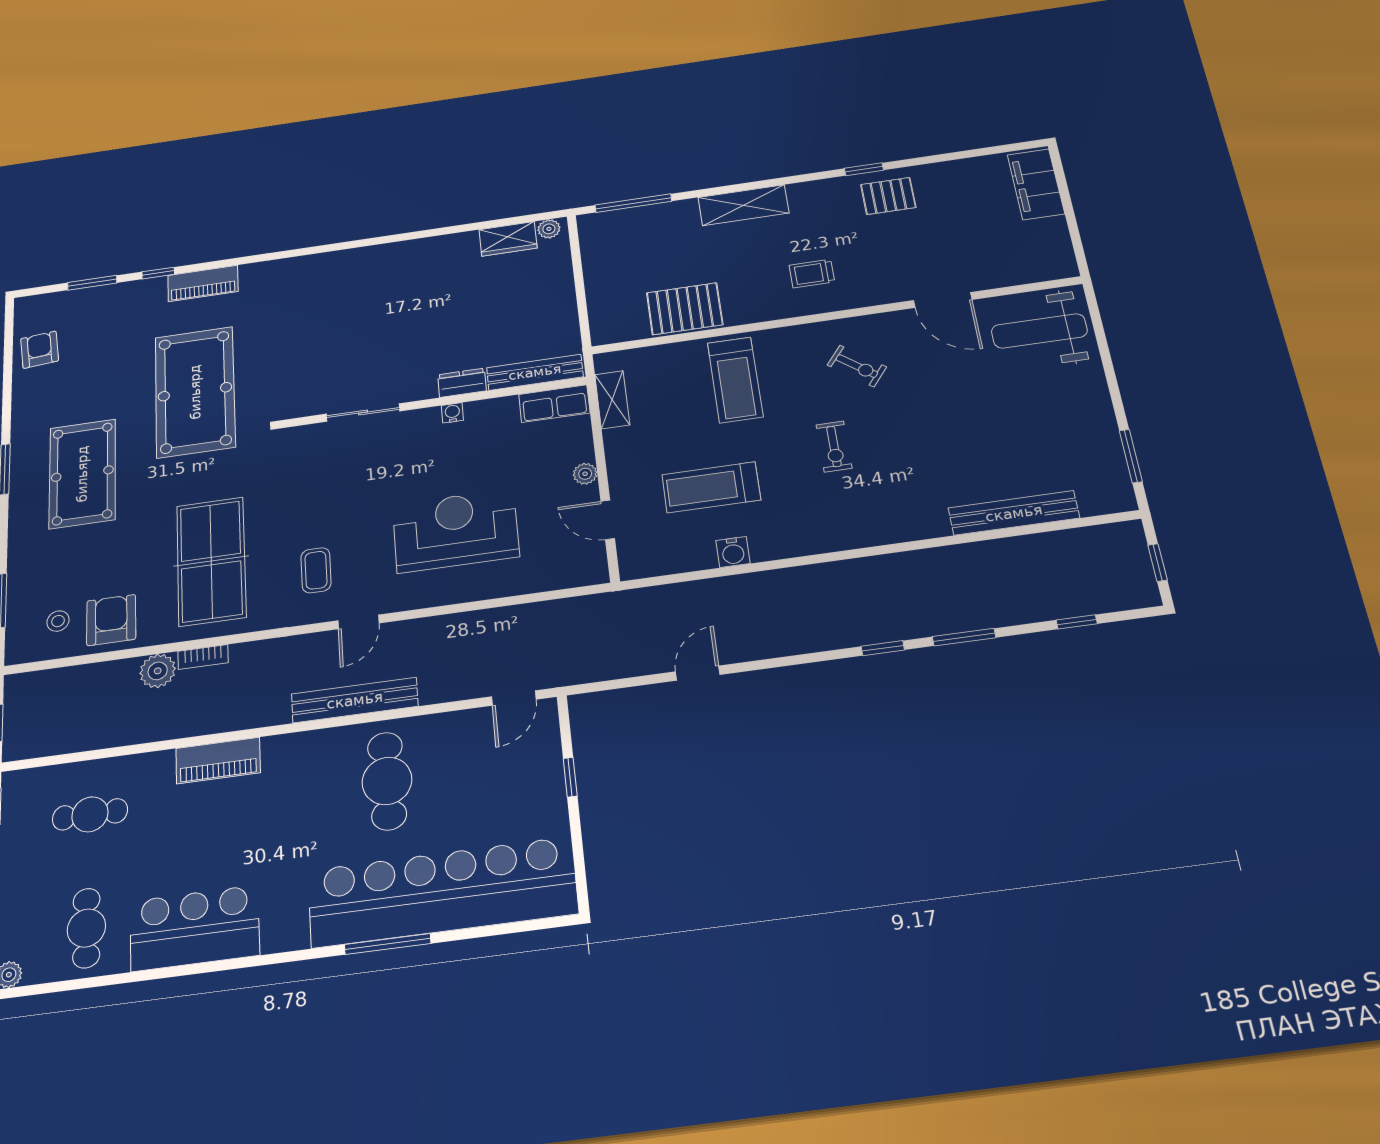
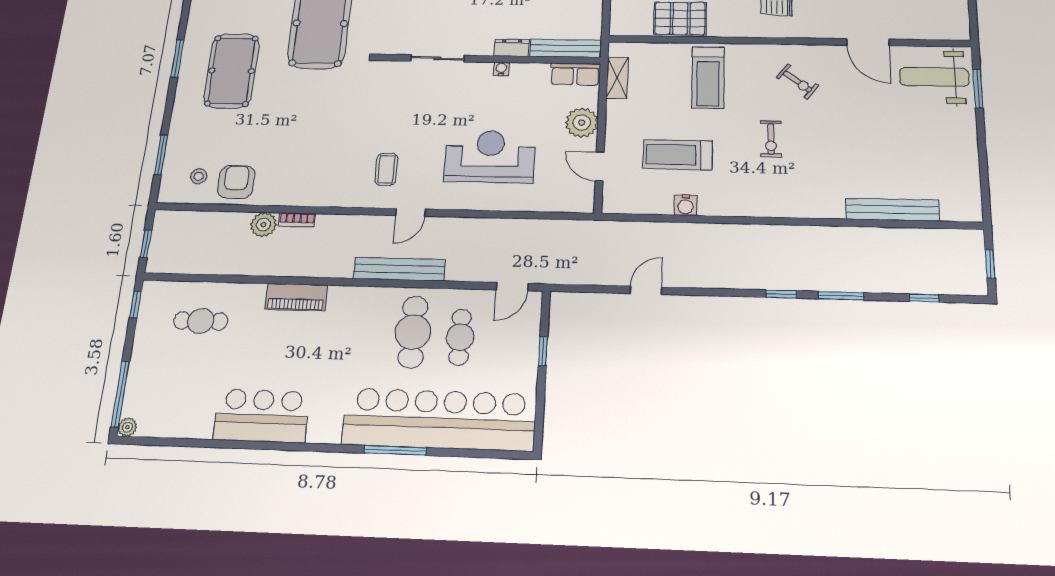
window: (1131, 456) -> (978, 89), moved
plant: (585, 474) -> (582, 123), width x1.88, depth x1.88
table tennis table: (211, 561) -> (313, 150), removed
cafe table: (86, 928) -> (460, 337), moved

